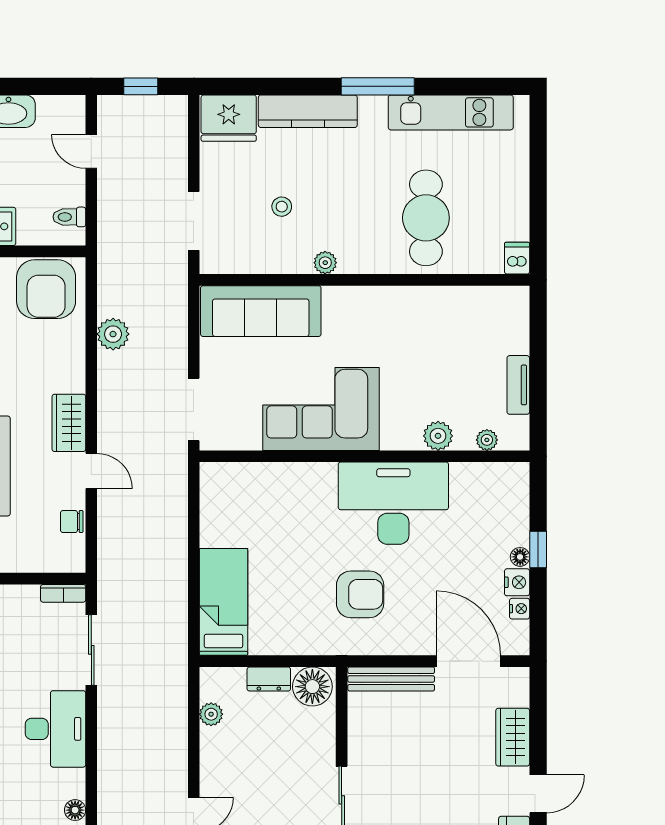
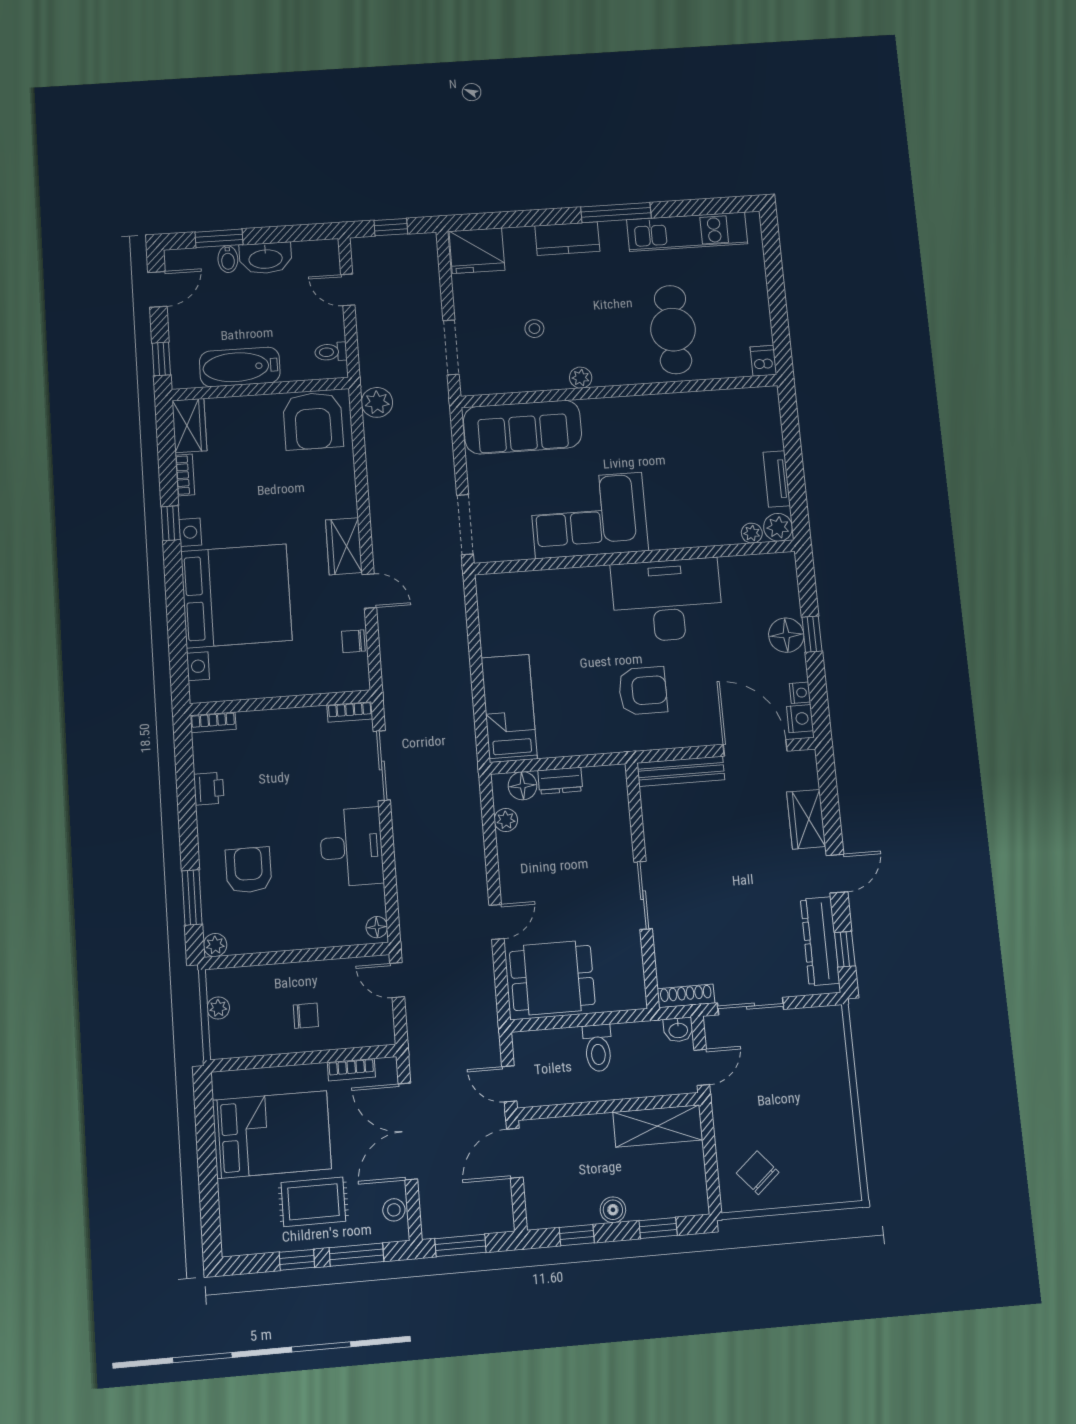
kitchen counter: (308, 111) -> (567, 238), width x0.67
plant: (113, 334) -> (377, 402), moved
plant: (438, 436) -> (778, 527), moved
floor lamp: (520, 557) -> (786, 635), width x1.89, depth x1.89
nightstand: (517, 582) -> (800, 719), moved
floor lamp: (312, 687) -> (523, 786), moved, width x0.73, depth x0.73

